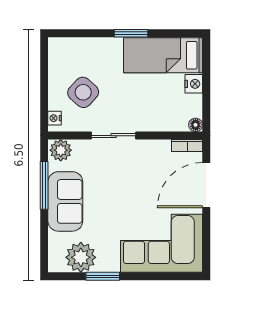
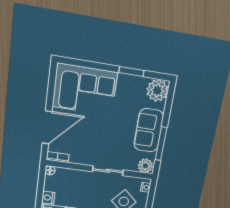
plant: (81, 257) -> (157, 90), moved

